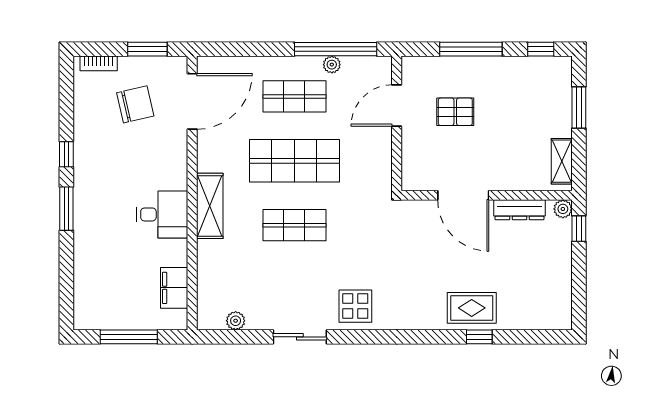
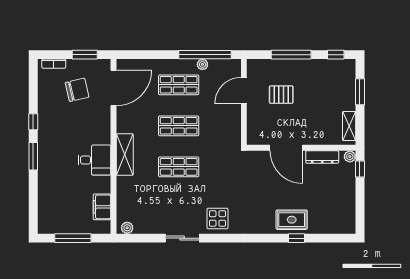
shop shelf: (294, 161) -> (179, 126), width x0.70, depth x0.74
plant: (236, 321) -> (127, 228), moved

